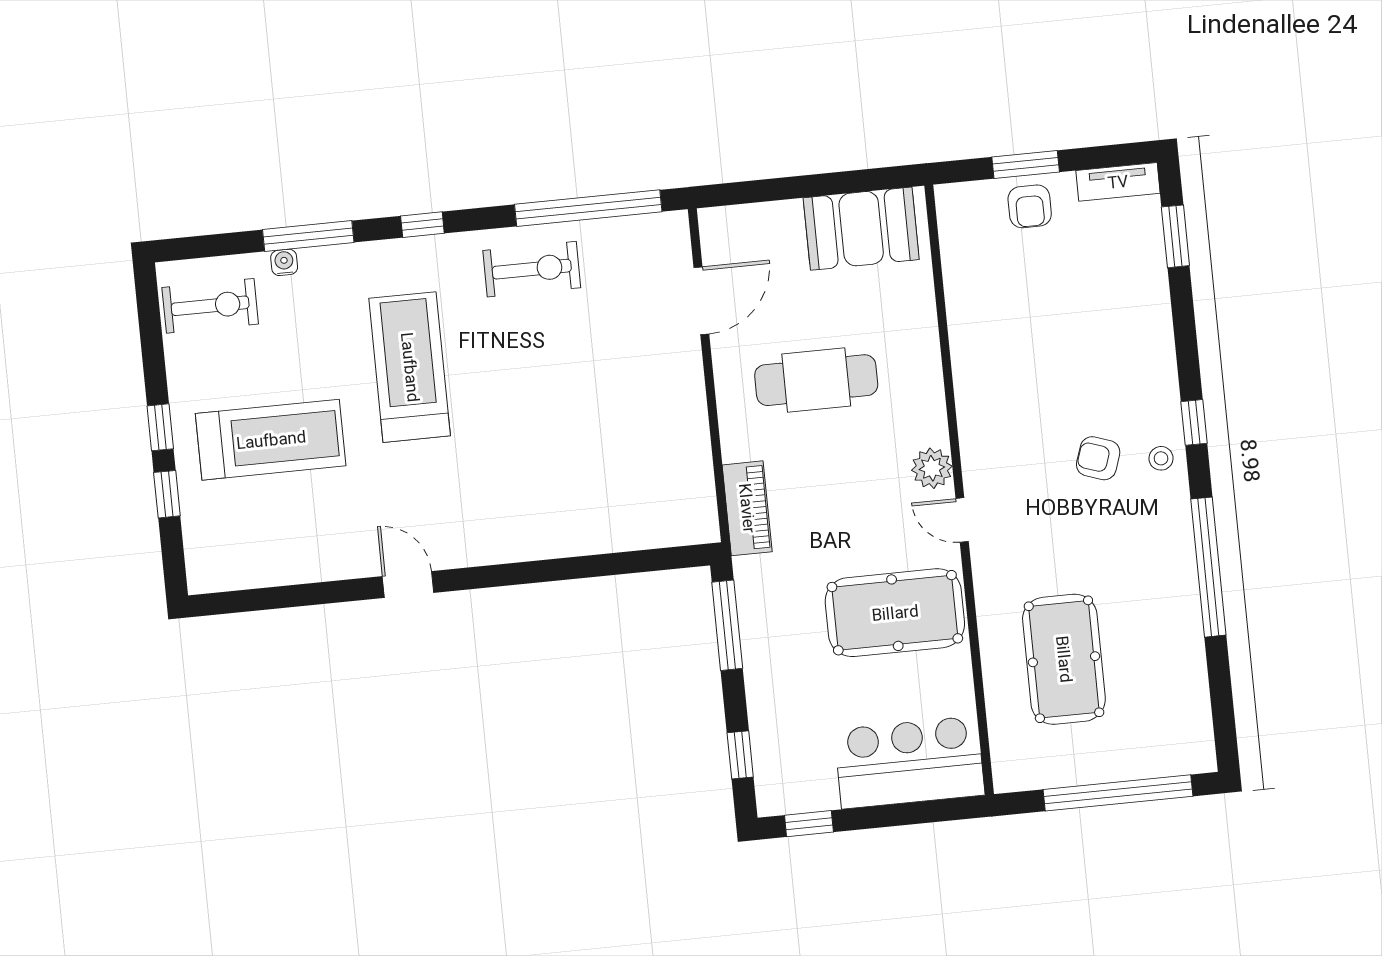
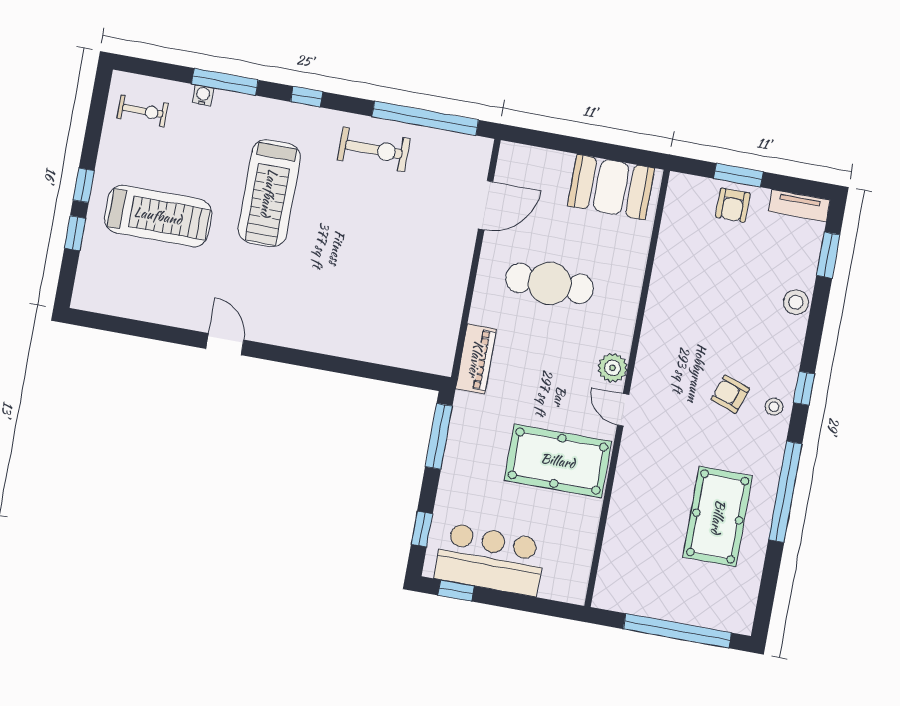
exercise bike: (210, 306) -> (143, 111), width x0.73, depth x0.72
stool: (1150, 311) -> (796, 302), added
treadmill: (410, 367) -> (269, 193), turned 180
pool table: (1064, 659) -> (718, 517), moved
bar counter: (909, 762) -> (490, 559), moved

